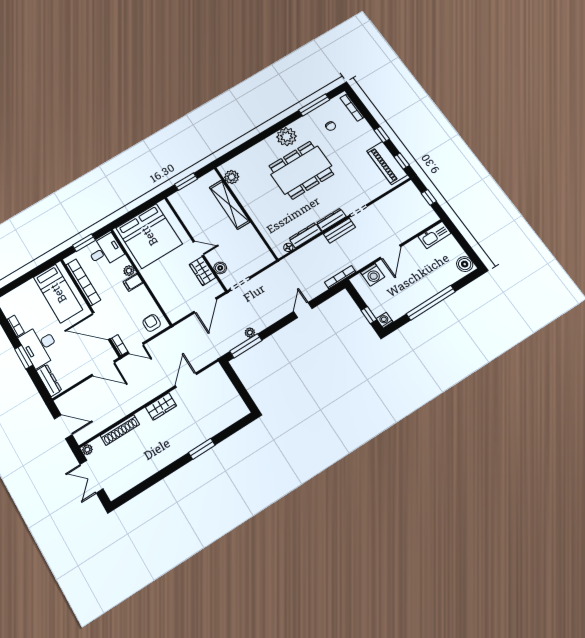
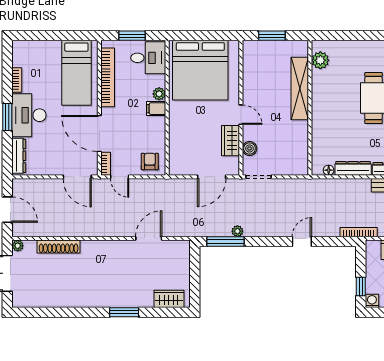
wardrobe: (161, 406) -> (169, 299), moved, turned 180

